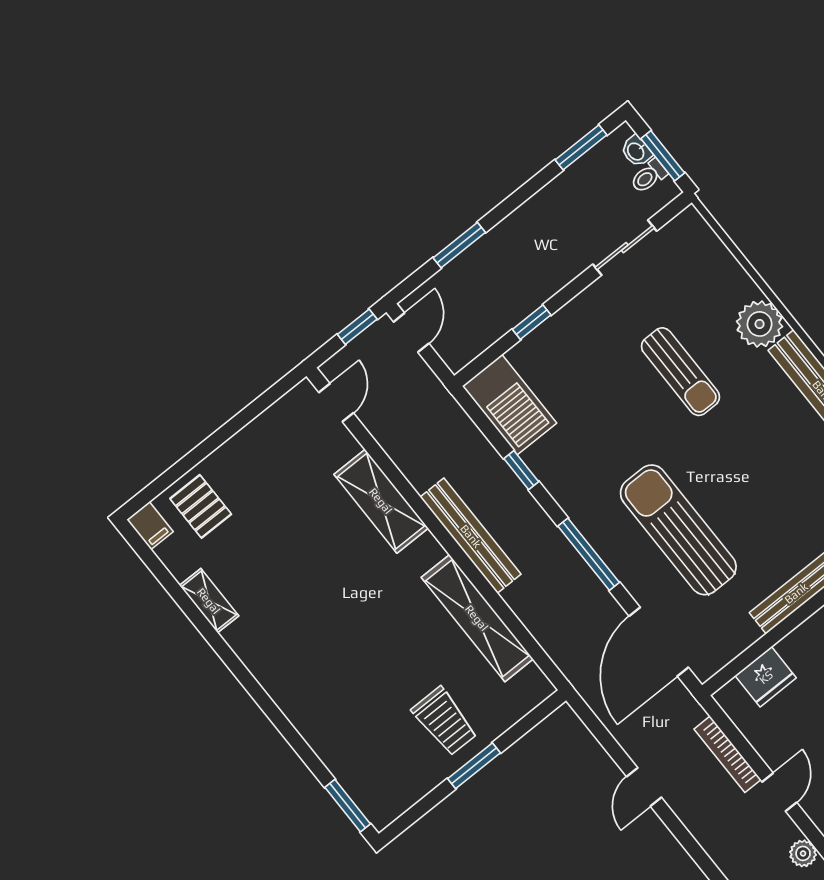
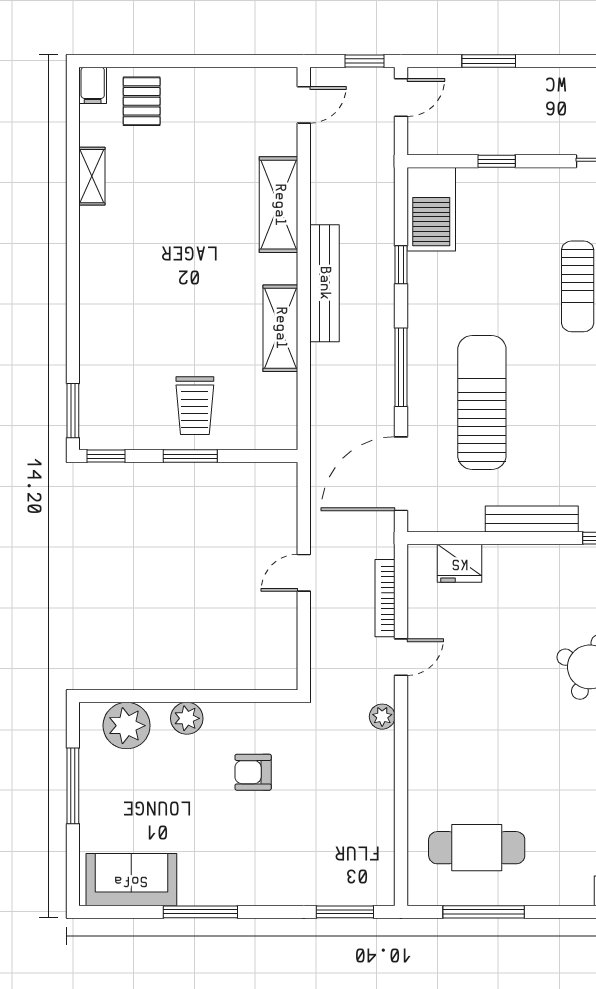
shelving: (477, 618) -> (280, 328), width x0.68
window: (405, 821) -> (106, 456), added

